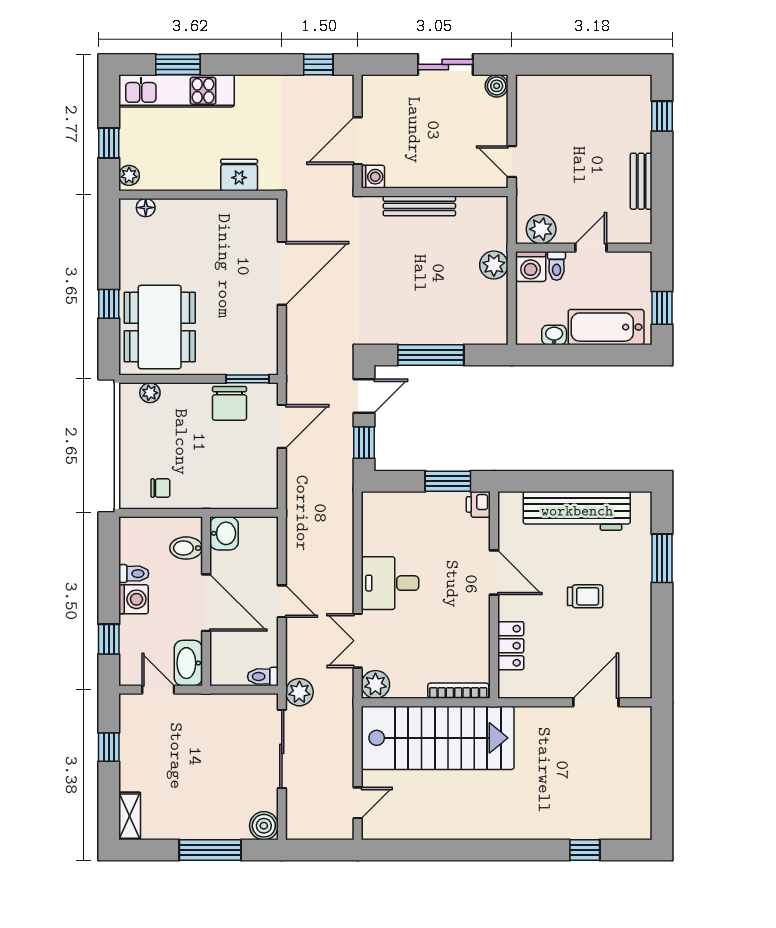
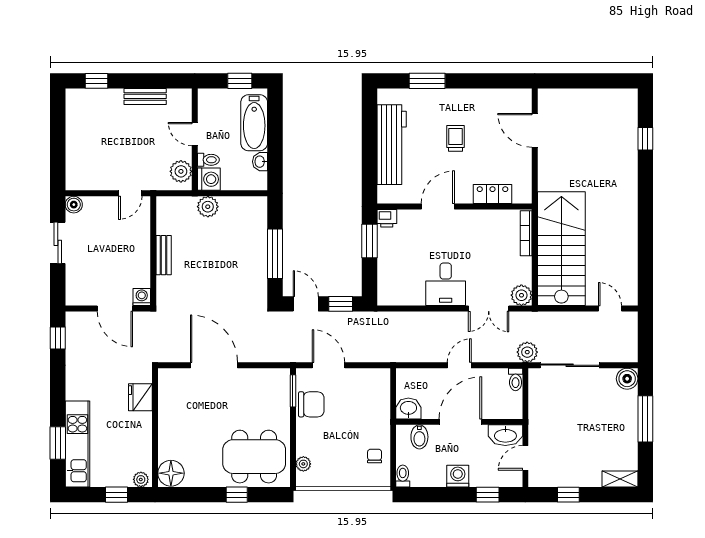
bench: (419, 206) -> (164, 255), width x0.73
floor lamp: (146, 208) -> (171, 473), width x1.89, depth x1.89
toilet: (134, 574) -> (403, 476), moved

